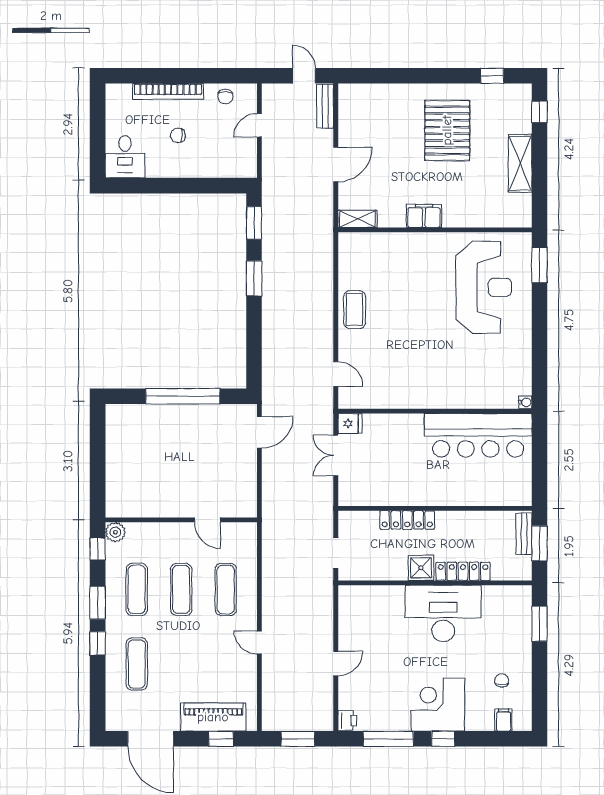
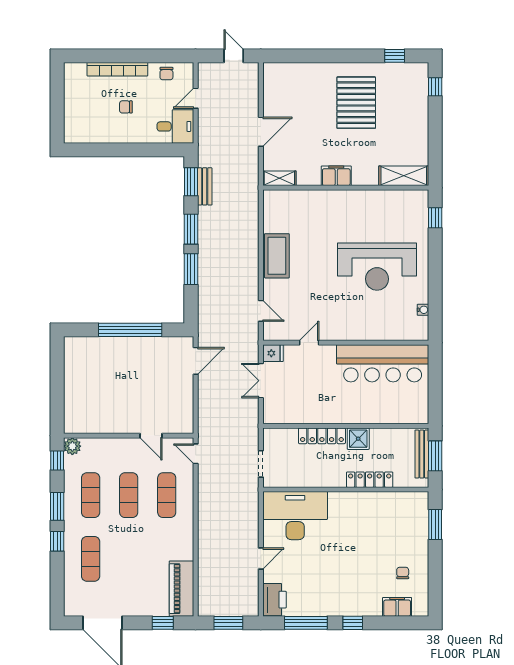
bench: (325, 106) -> (205, 186), moved
desk: (125, 157) -> (175, 126), moved, turned -90
shelving: (520, 163) -> (404, 176), moved, turned 90
window: (539, 265) -> (435, 218), width x0.67
reception desk: (484, 287) -> (377, 267), moved, turned 90
coffee table: (355, 310) -> (277, 256), width x1.36, depth x1.32
window: (254, 325) -> (191, 269), added
water cooler: (525, 402) -> (423, 310), moved
door: (392, 411) -> (309, 343), added
bench: (524, 534) -> (422, 454), width x1.36
shower: (421, 568) -> (358, 439), moved
desk: (443, 613) -> (295, 516), moved
door: (259, 643) -> (196, 454), moved
corner desk: (438, 705) -> (348, 594), removed
piano: (213, 717) -> (182, 589), moved, turned -90
printer: (347, 720) -> (274, 600), width x1.87, depth x1.48
filing cabinet: (503, 720) -> (397, 607), width x2.00

